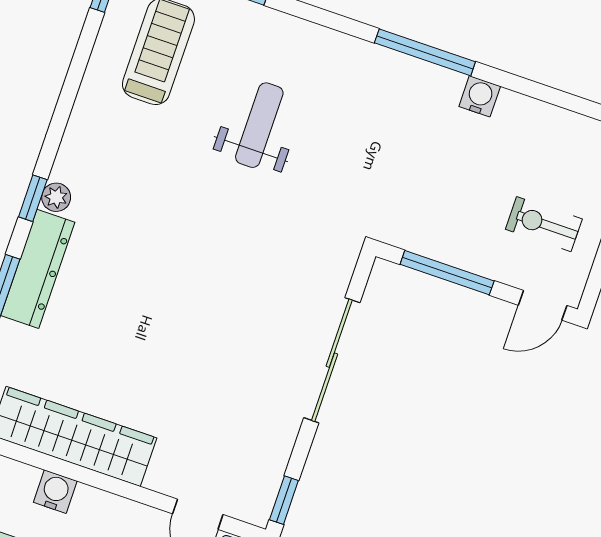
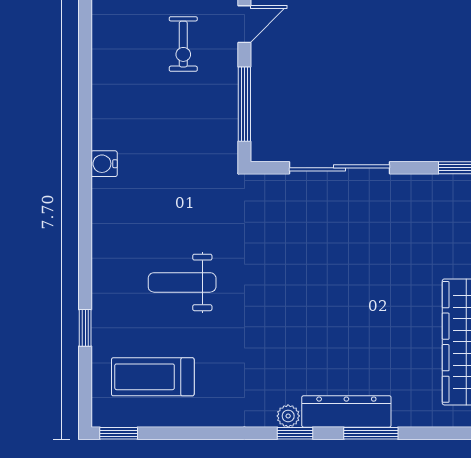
window: (425, 52) -> (85, 177), removed
water cooler: (480, 96) -> (104, 164), moved
door: (543, 305) -> (244, 24), hinge flipped

